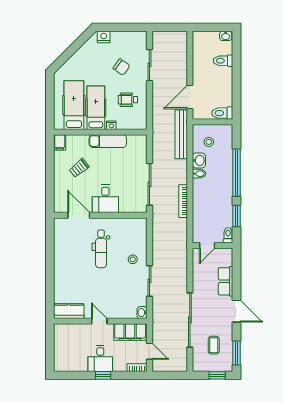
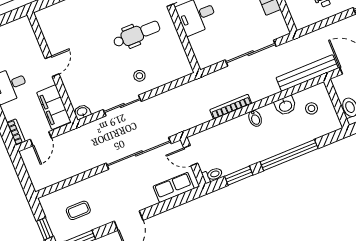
bidet: (199, 174) -> (255, 118), moved
sliding door: (149, 184) -> (251, 53), moved
dental chair: (101, 249) -> (137, 34), turned 180
row of seats: (226, 281) -> (174, 187), moved
kitchen counter: (69, 311) -> (49, 26), removed
sliding door: (190, 320) -> (139, 153), moved

